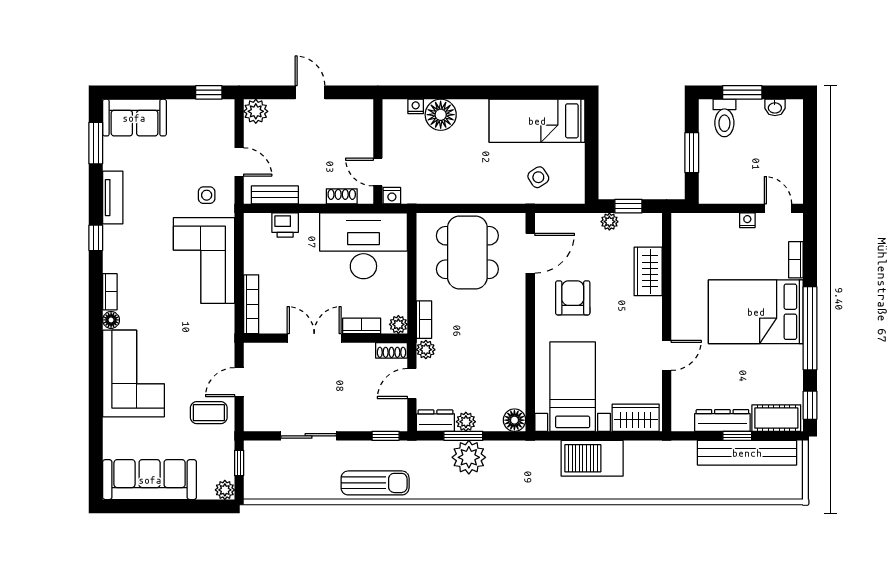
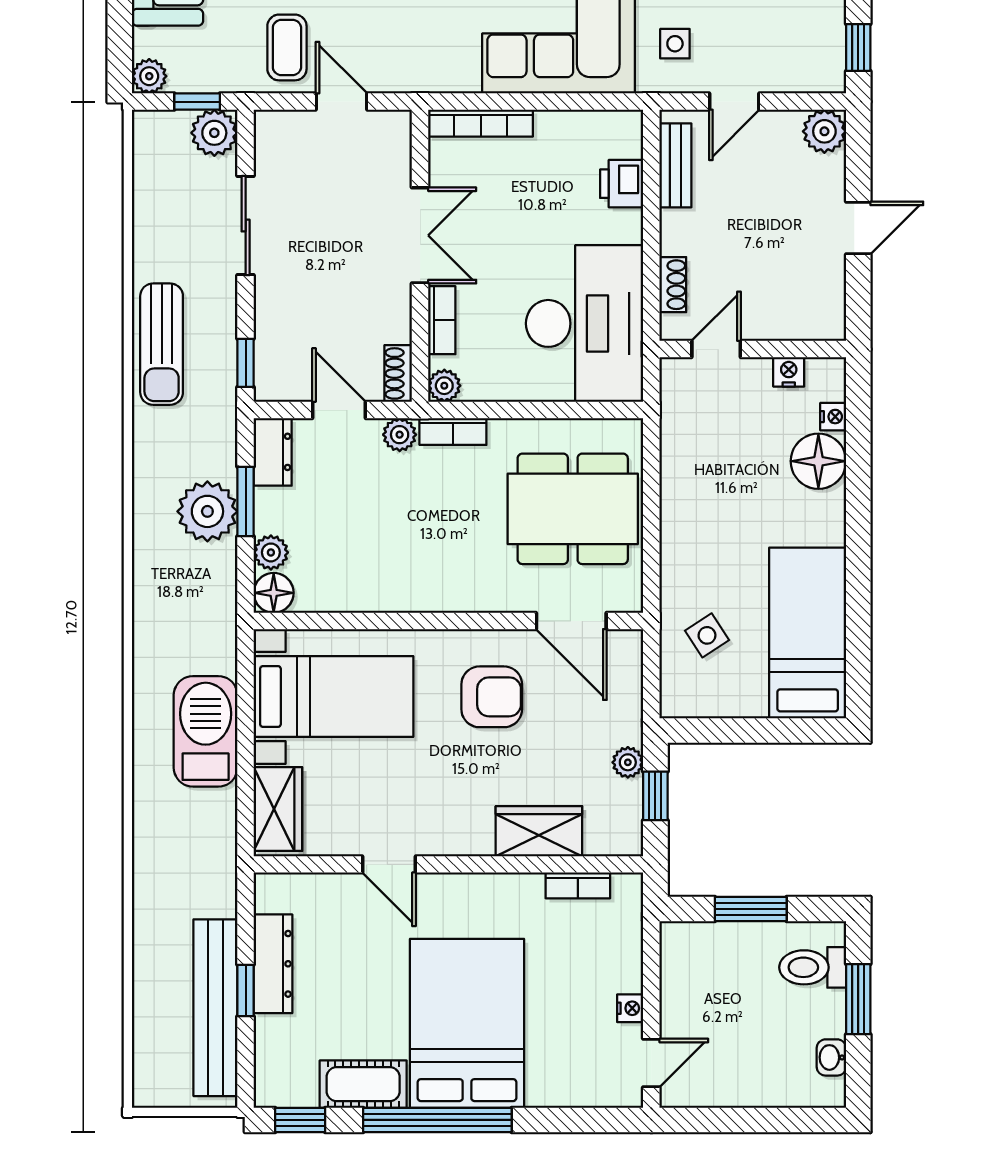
nightstand: (392, 196) -> (789, 372), moved, turned 90
bookcase: (796, 260) -> (578, 885), moved, turned 180
cot: (776, 418) -> (363, 1084), moved, turned 90
plant: (466, 422) -> (271, 552), moved
plant: (257, 453) -> (214, 133), added

